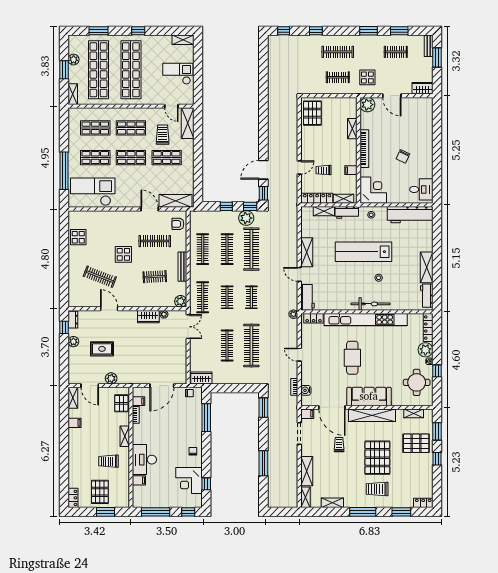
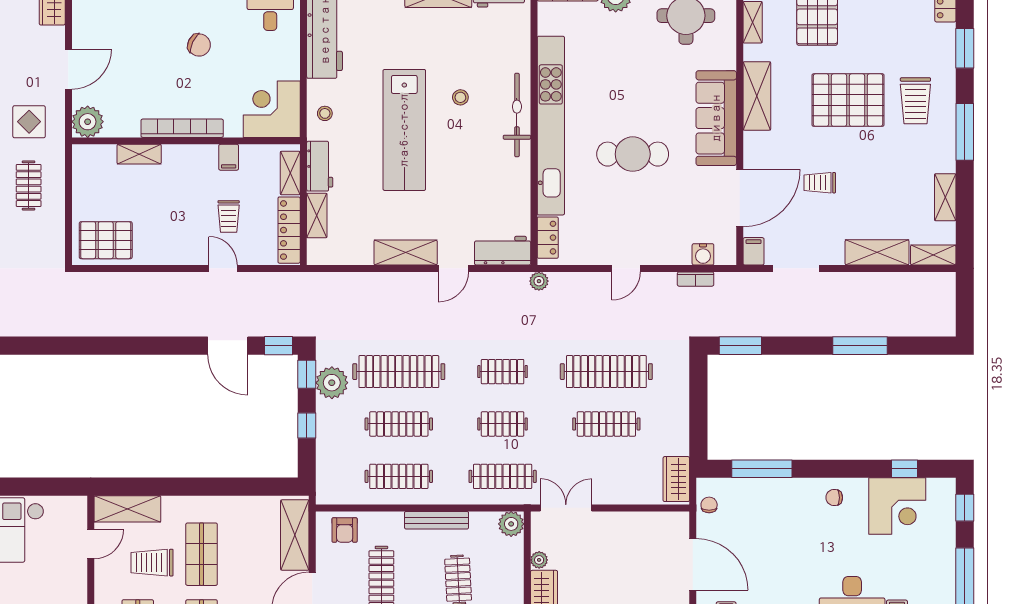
shelving: (372, 415) -> (757, 96), width x0.68

